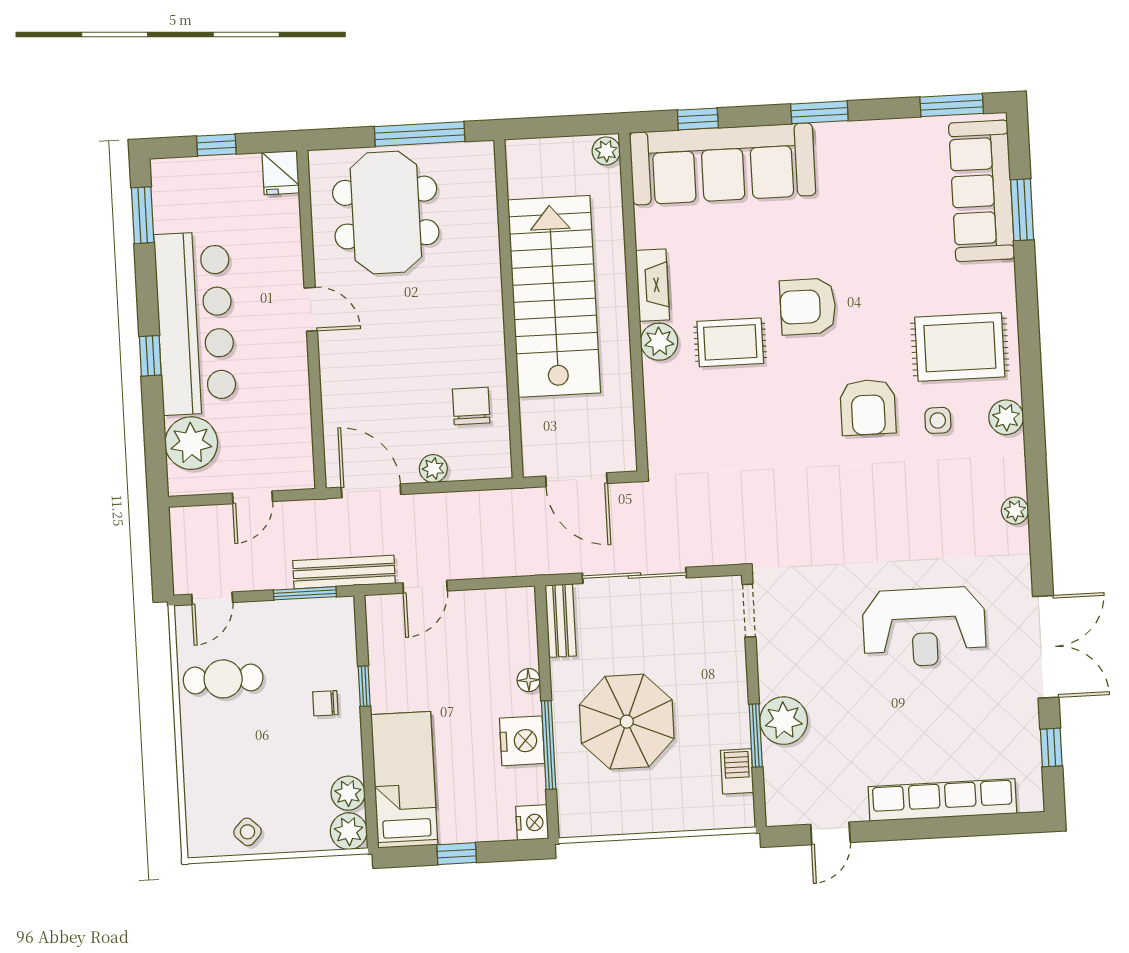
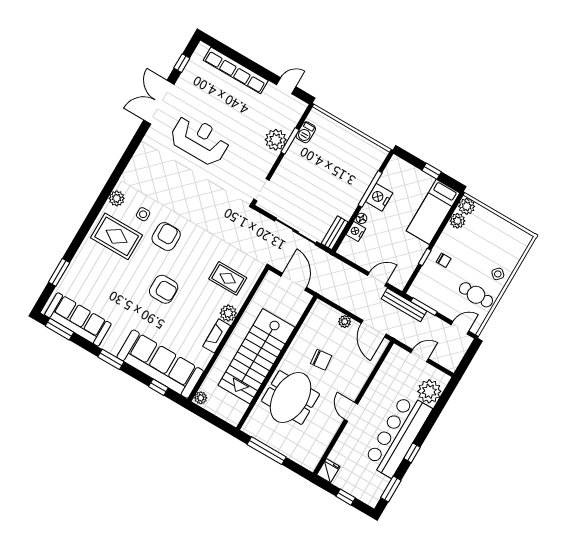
sofa: (982, 191) -> (78, 319), moved, turned -90
meeting table: (386, 213) -> (291, 398), moved
rug: (730, 342) -> (228, 278), moved
window: (150, 356) -> (412, 453), moved
chair: (471, 406) -> (321, 360), moved, turned -96
plant: (1015, 511) -> (137, 161), removed
parasol: (627, 722) -> (335, 178), removed
nightstand: (532, 823) -> (356, 231), moved
side table: (248, 832) -> (498, 274), moved

